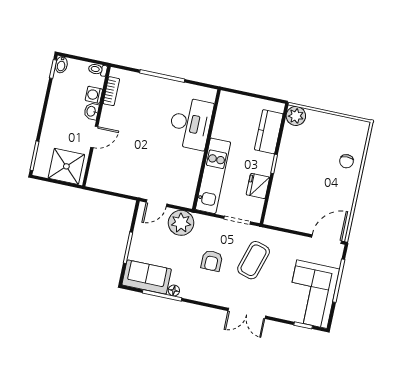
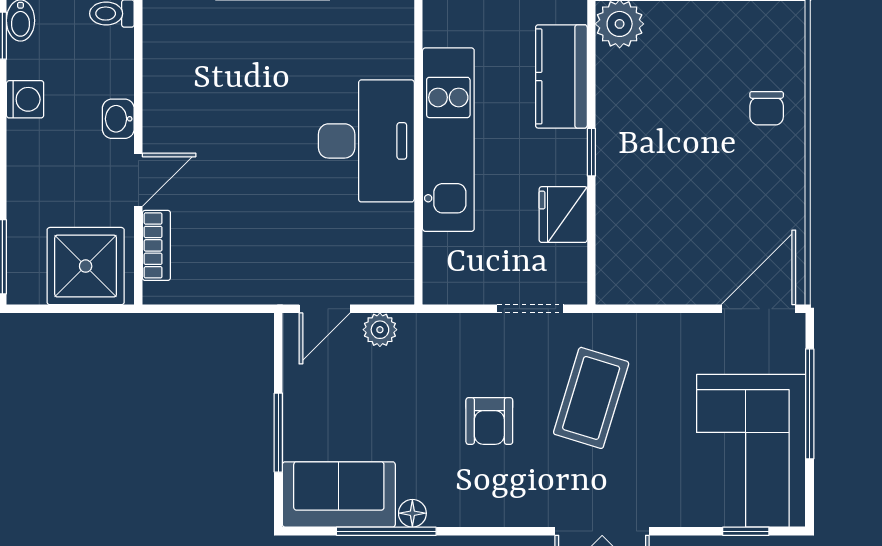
bookcase: (111, 91) -> (156, 245), moved
washing machine: (94, 95) -> (25, 99), moved, turned 180
desk: (191, 123) -> (366, 141), moved
kitchen unit: (213, 176) -> (448, 140), moved
plant: (181, 223) -> (380, 330), width x0.53, depth x0.53

